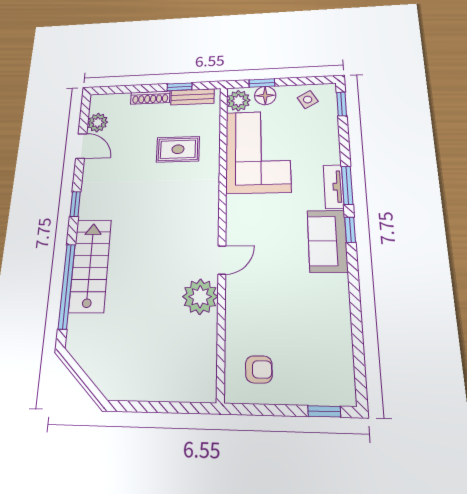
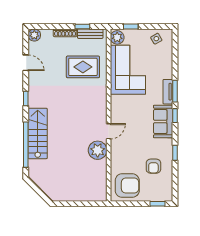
floor lamp: (265, 96) -> (132, 35), removed
window: (342, 104) -> (175, 153), moved
plant: (98, 123) -> (34, 35), moved
rug: (178, 149) -> (83, 67), width x1.36, depth x1.43
armchair: (312, 329) -> (153, 166), added
armchair: (259, 369) -> (127, 186), width x1.88, depth x1.88

